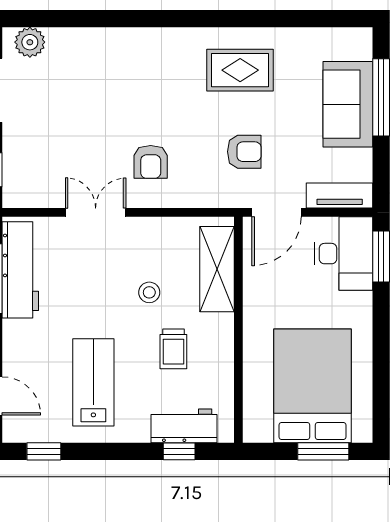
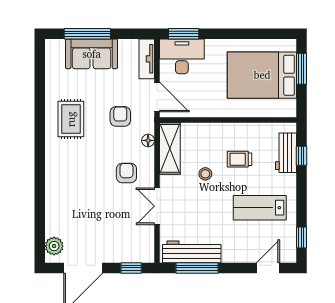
armchair: (151, 162) -> (126, 173), turned -90
floor lamp: (204, 198) -> (148, 140), added
shelving: (217, 269) -> (170, 148), moved, turned 90
trolley: (173, 349) -> (239, 159), turned 180

